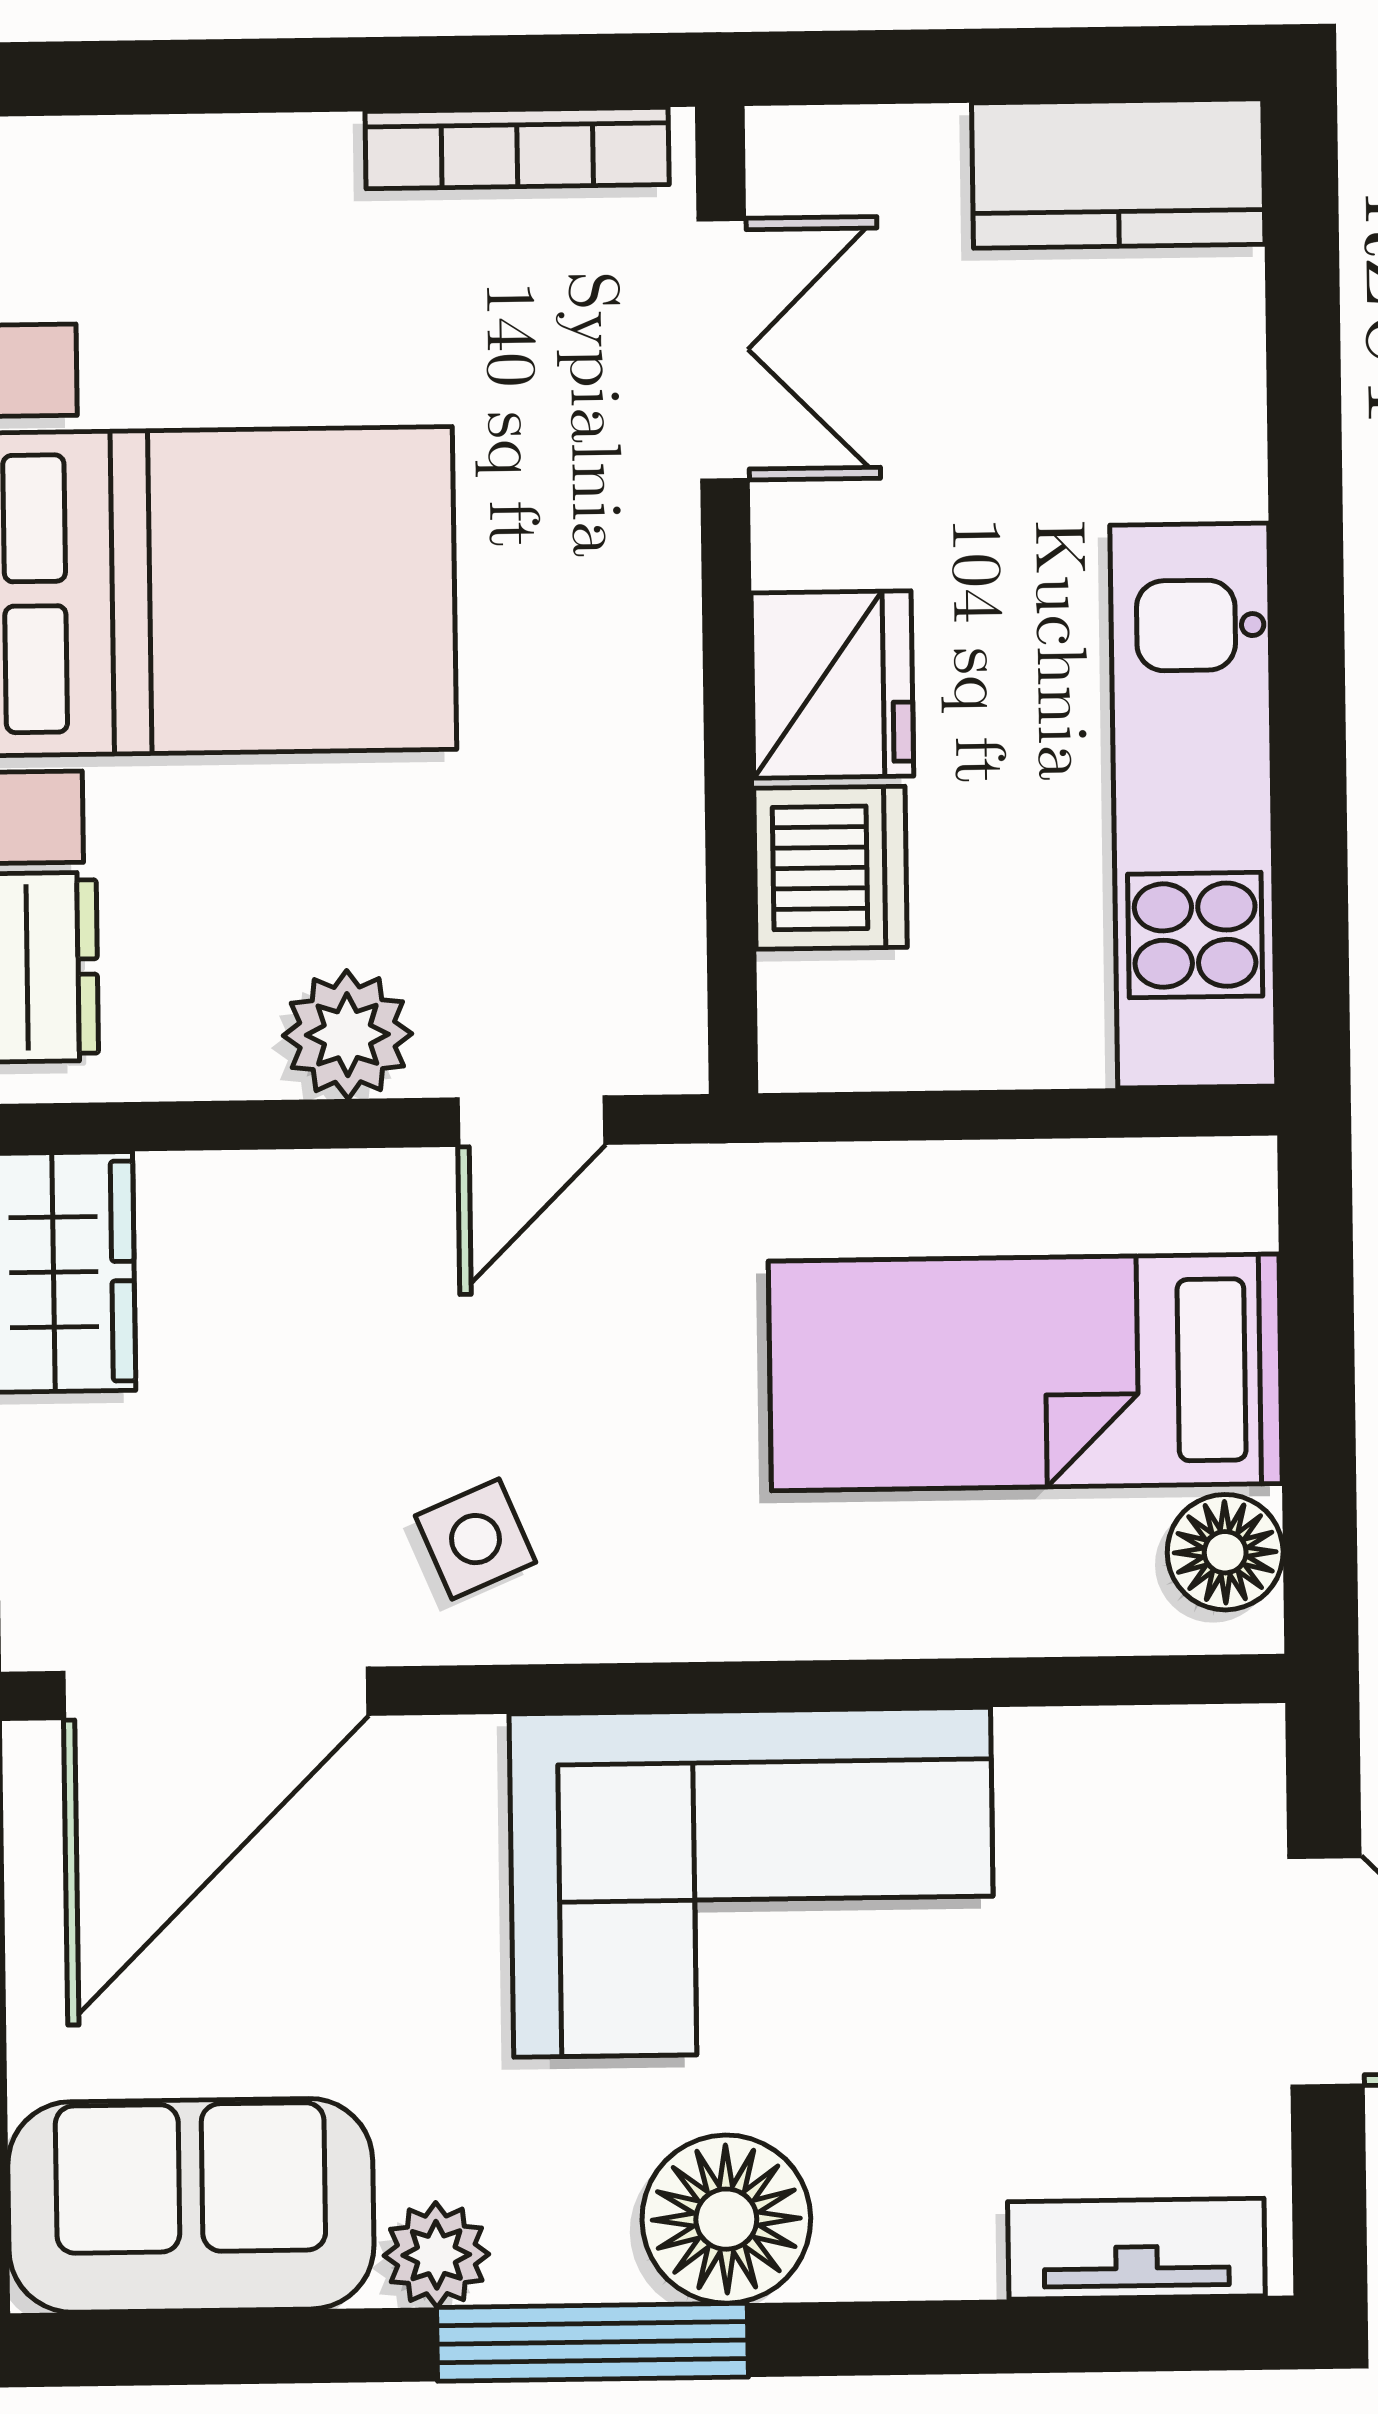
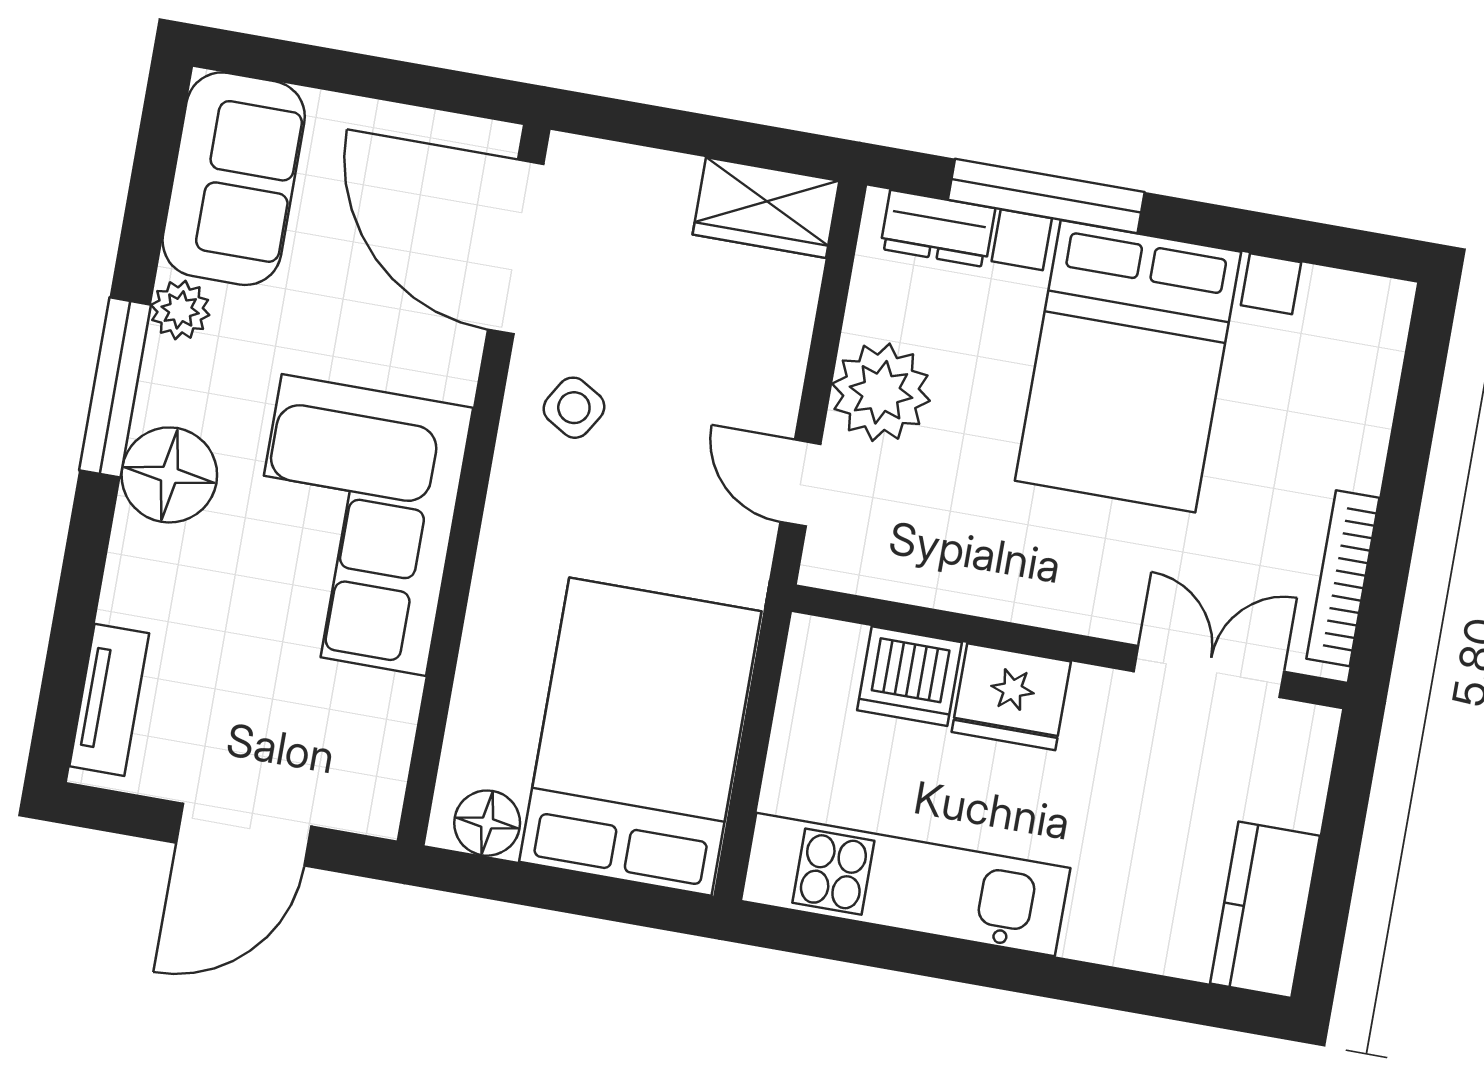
double door: (723, 350) -> (1209, 671), swing flipped
plant: (347, 1035) -> (881, 392), width x1.36, depth x1.36
bed: (1025, 1372) -> (640, 737), width x1.50
side table: (476, 1539) -> (574, 408), turned -36

